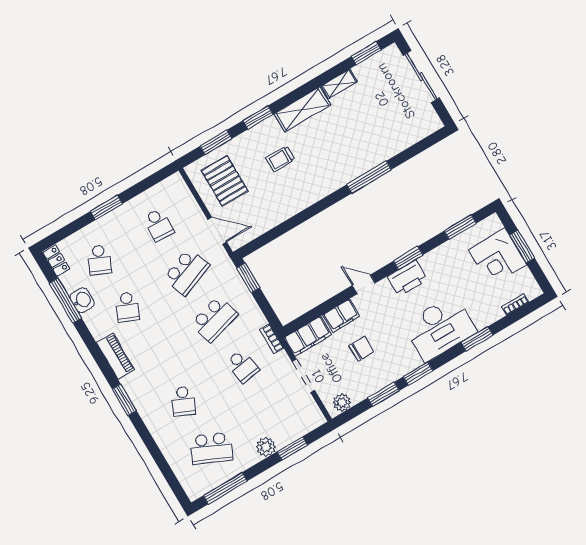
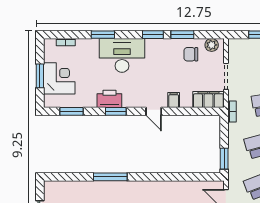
printer: (408, 278) -> (109, 99), moved
filing cabinet: (341, 316) -> (174, 100), width x0.50
chair: (362, 349) -> (191, 54), moved

